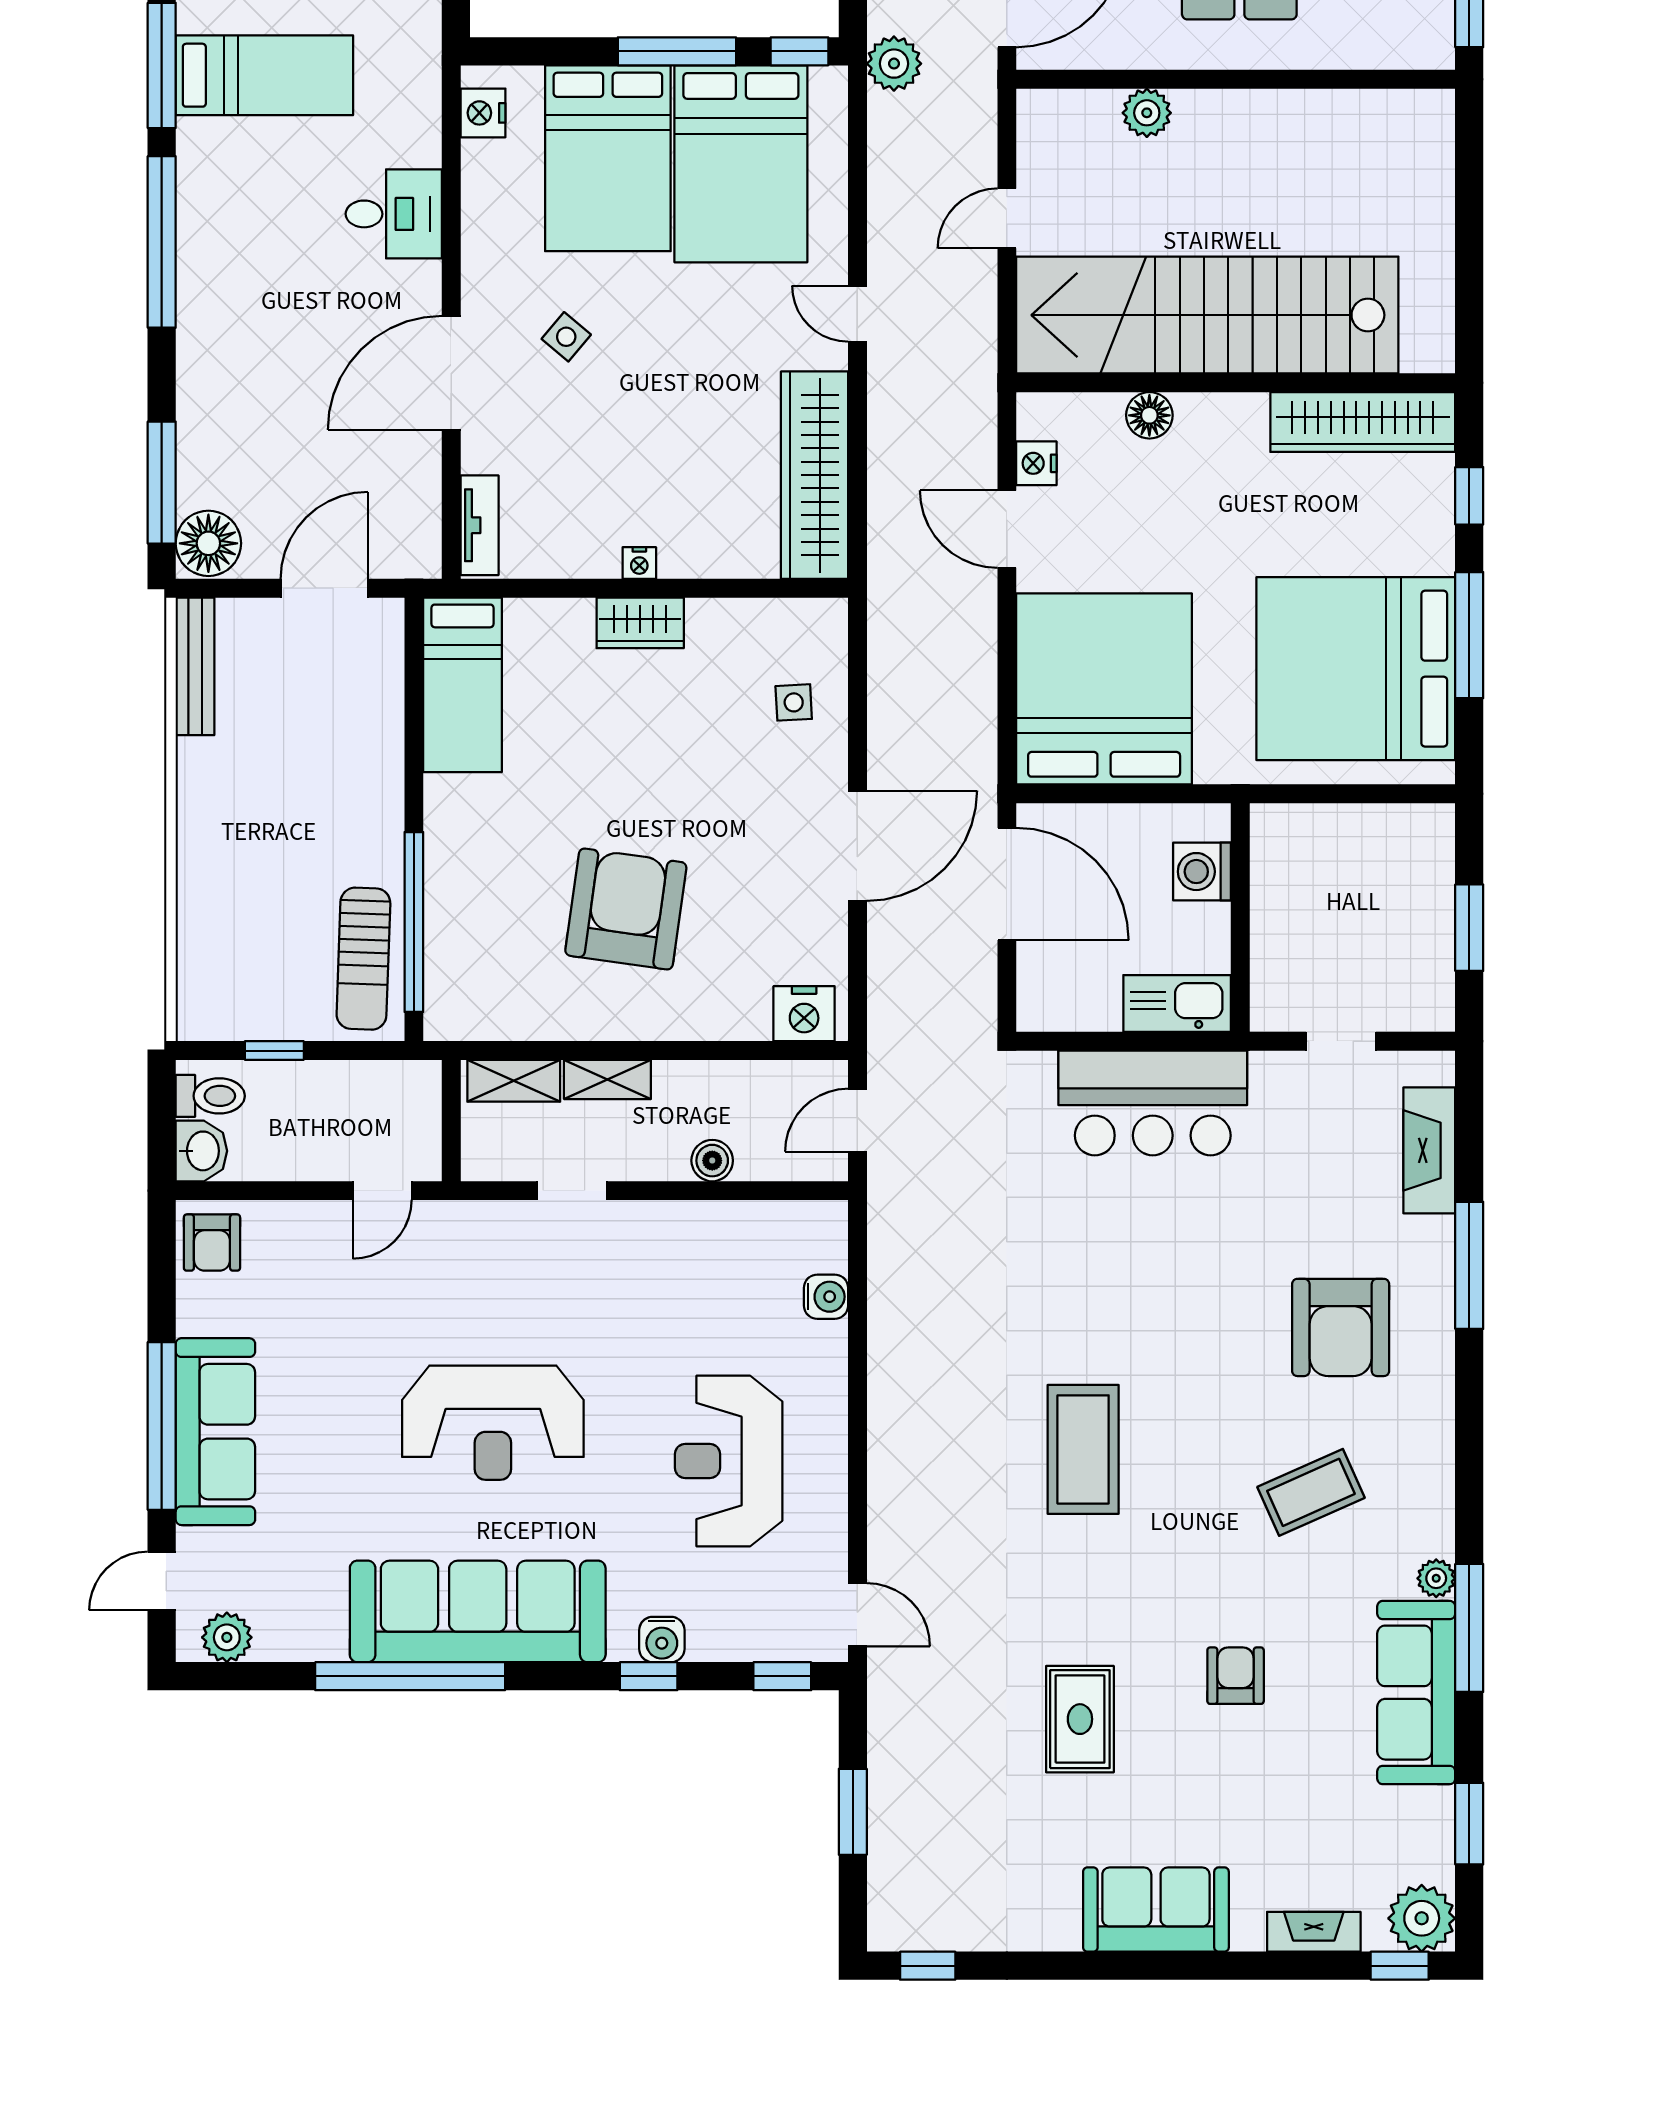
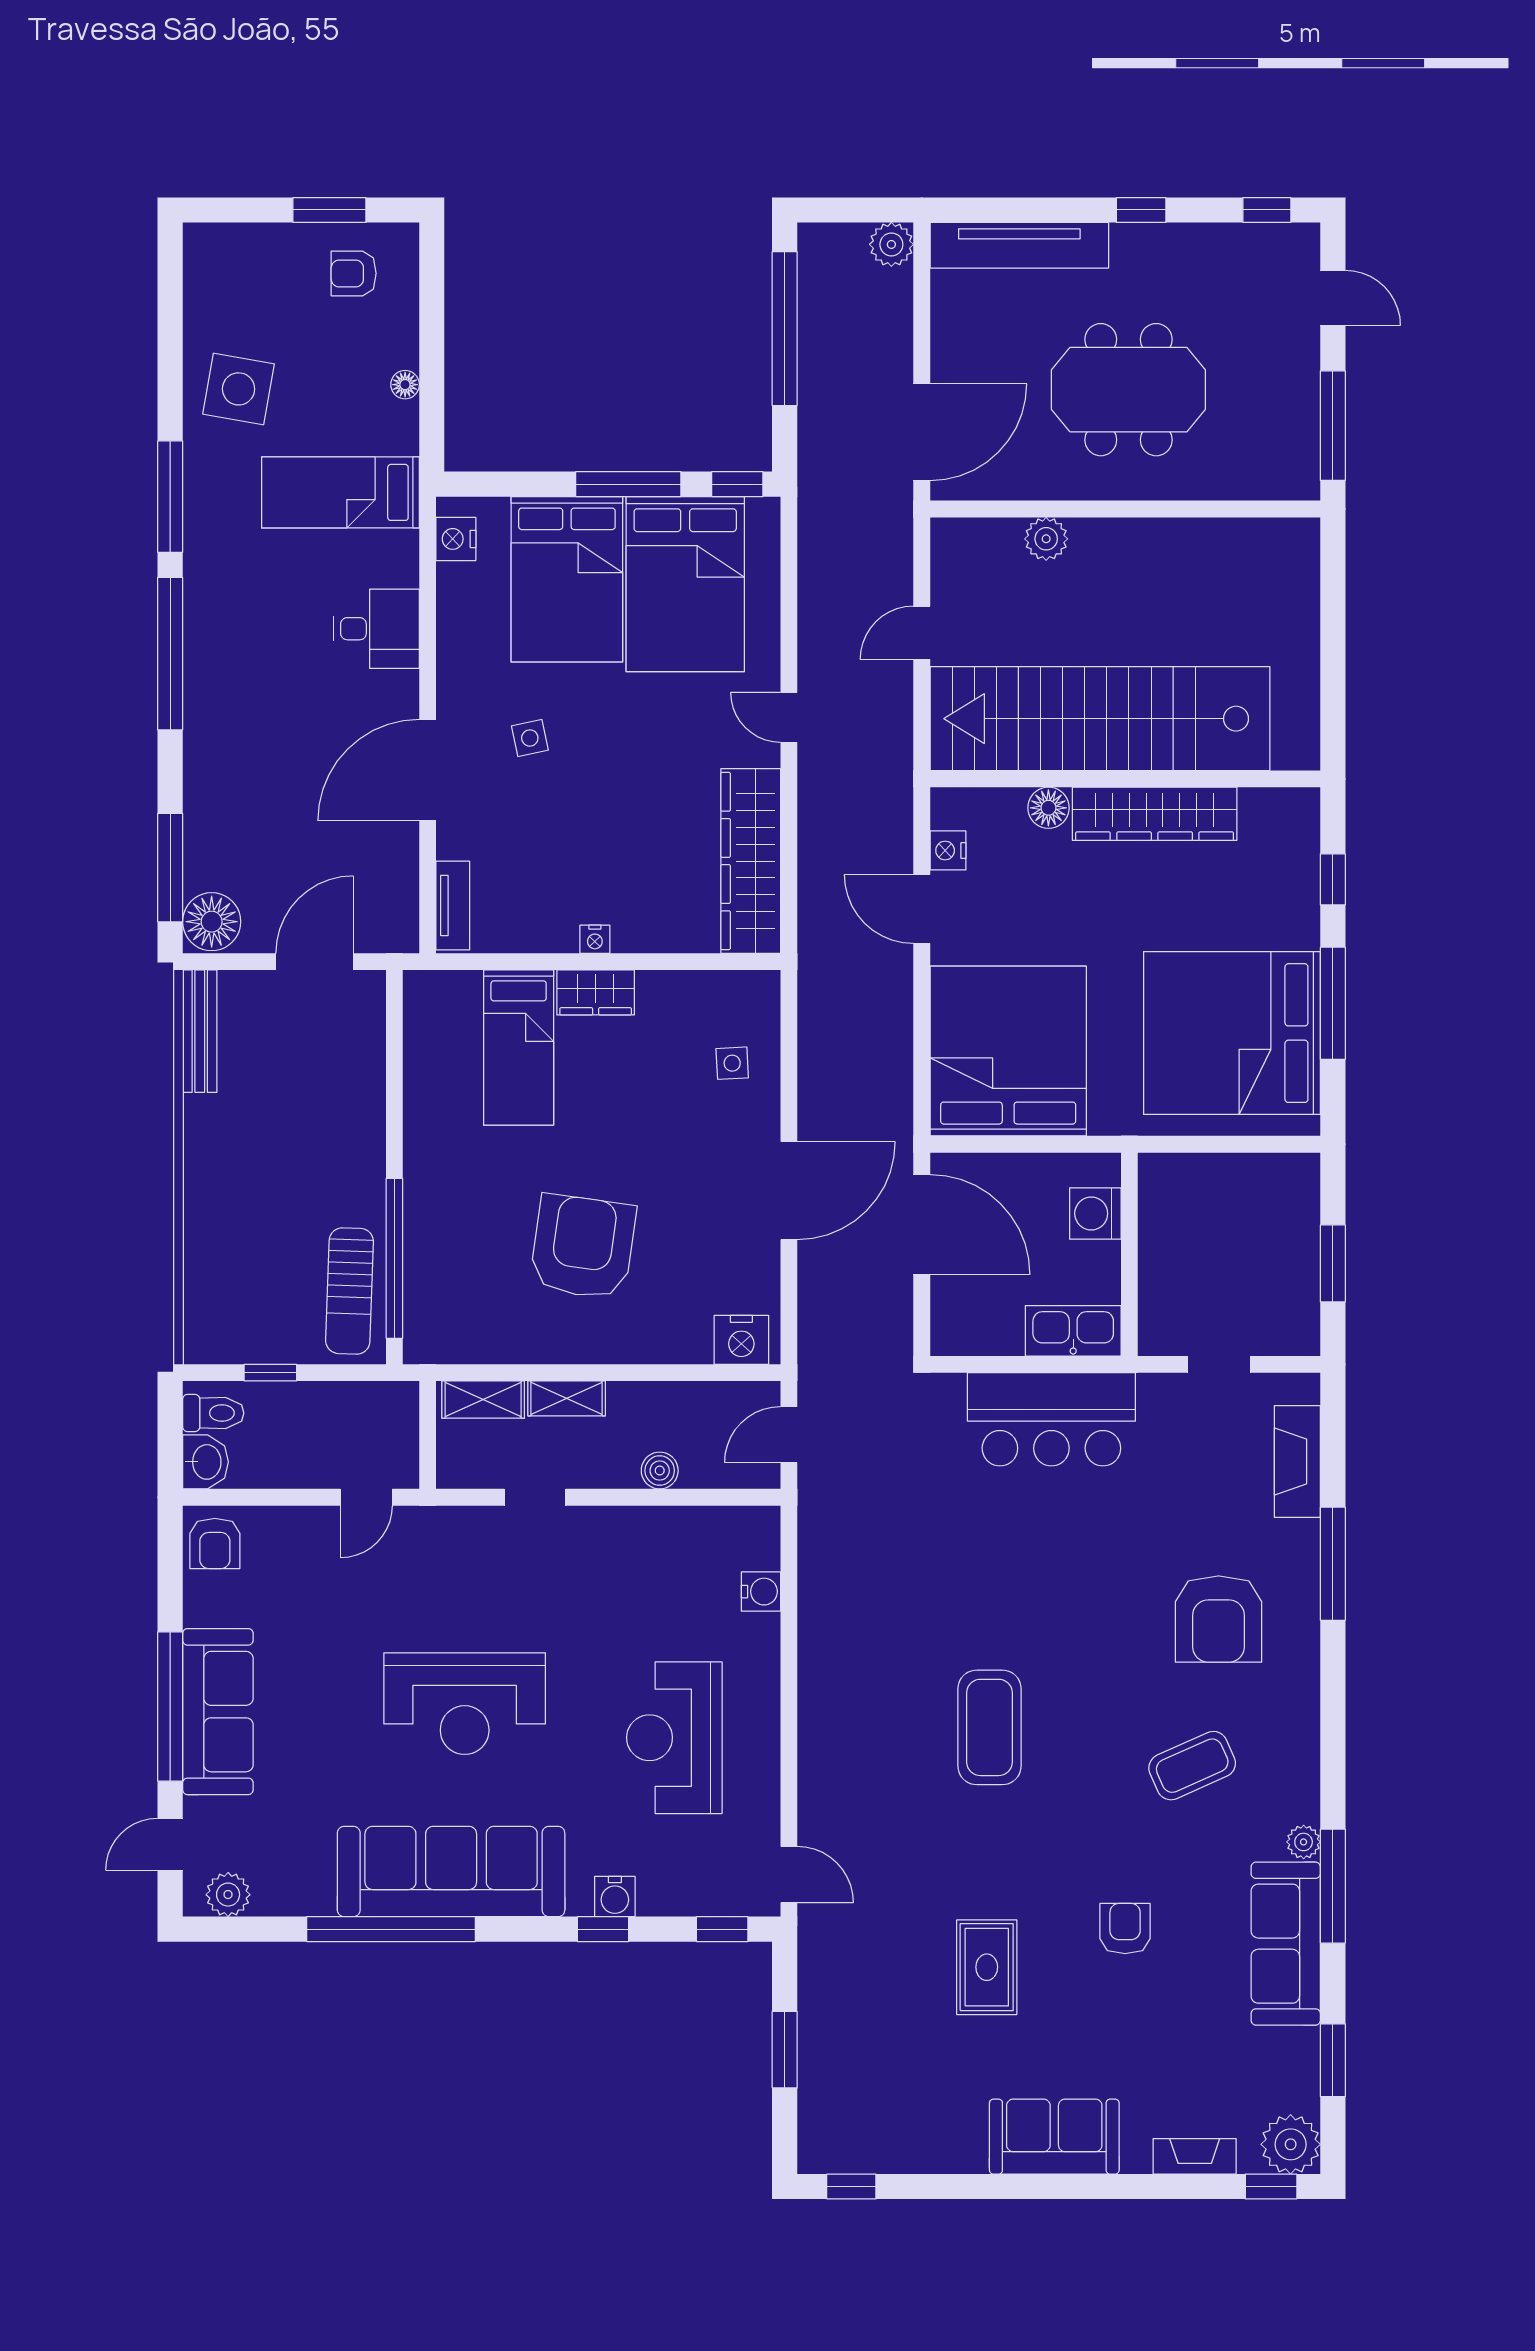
plant: (894, 64) -> (821, 495), removed
bed: (264, 75) -> (340, 492), moved, turned 180
side table: (566, 337) -> (530, 738), turned 38
wardrobe: (1363, 422) -> (1155, 814), moved
bed: (462, 685) -> (519, 1048), moved

